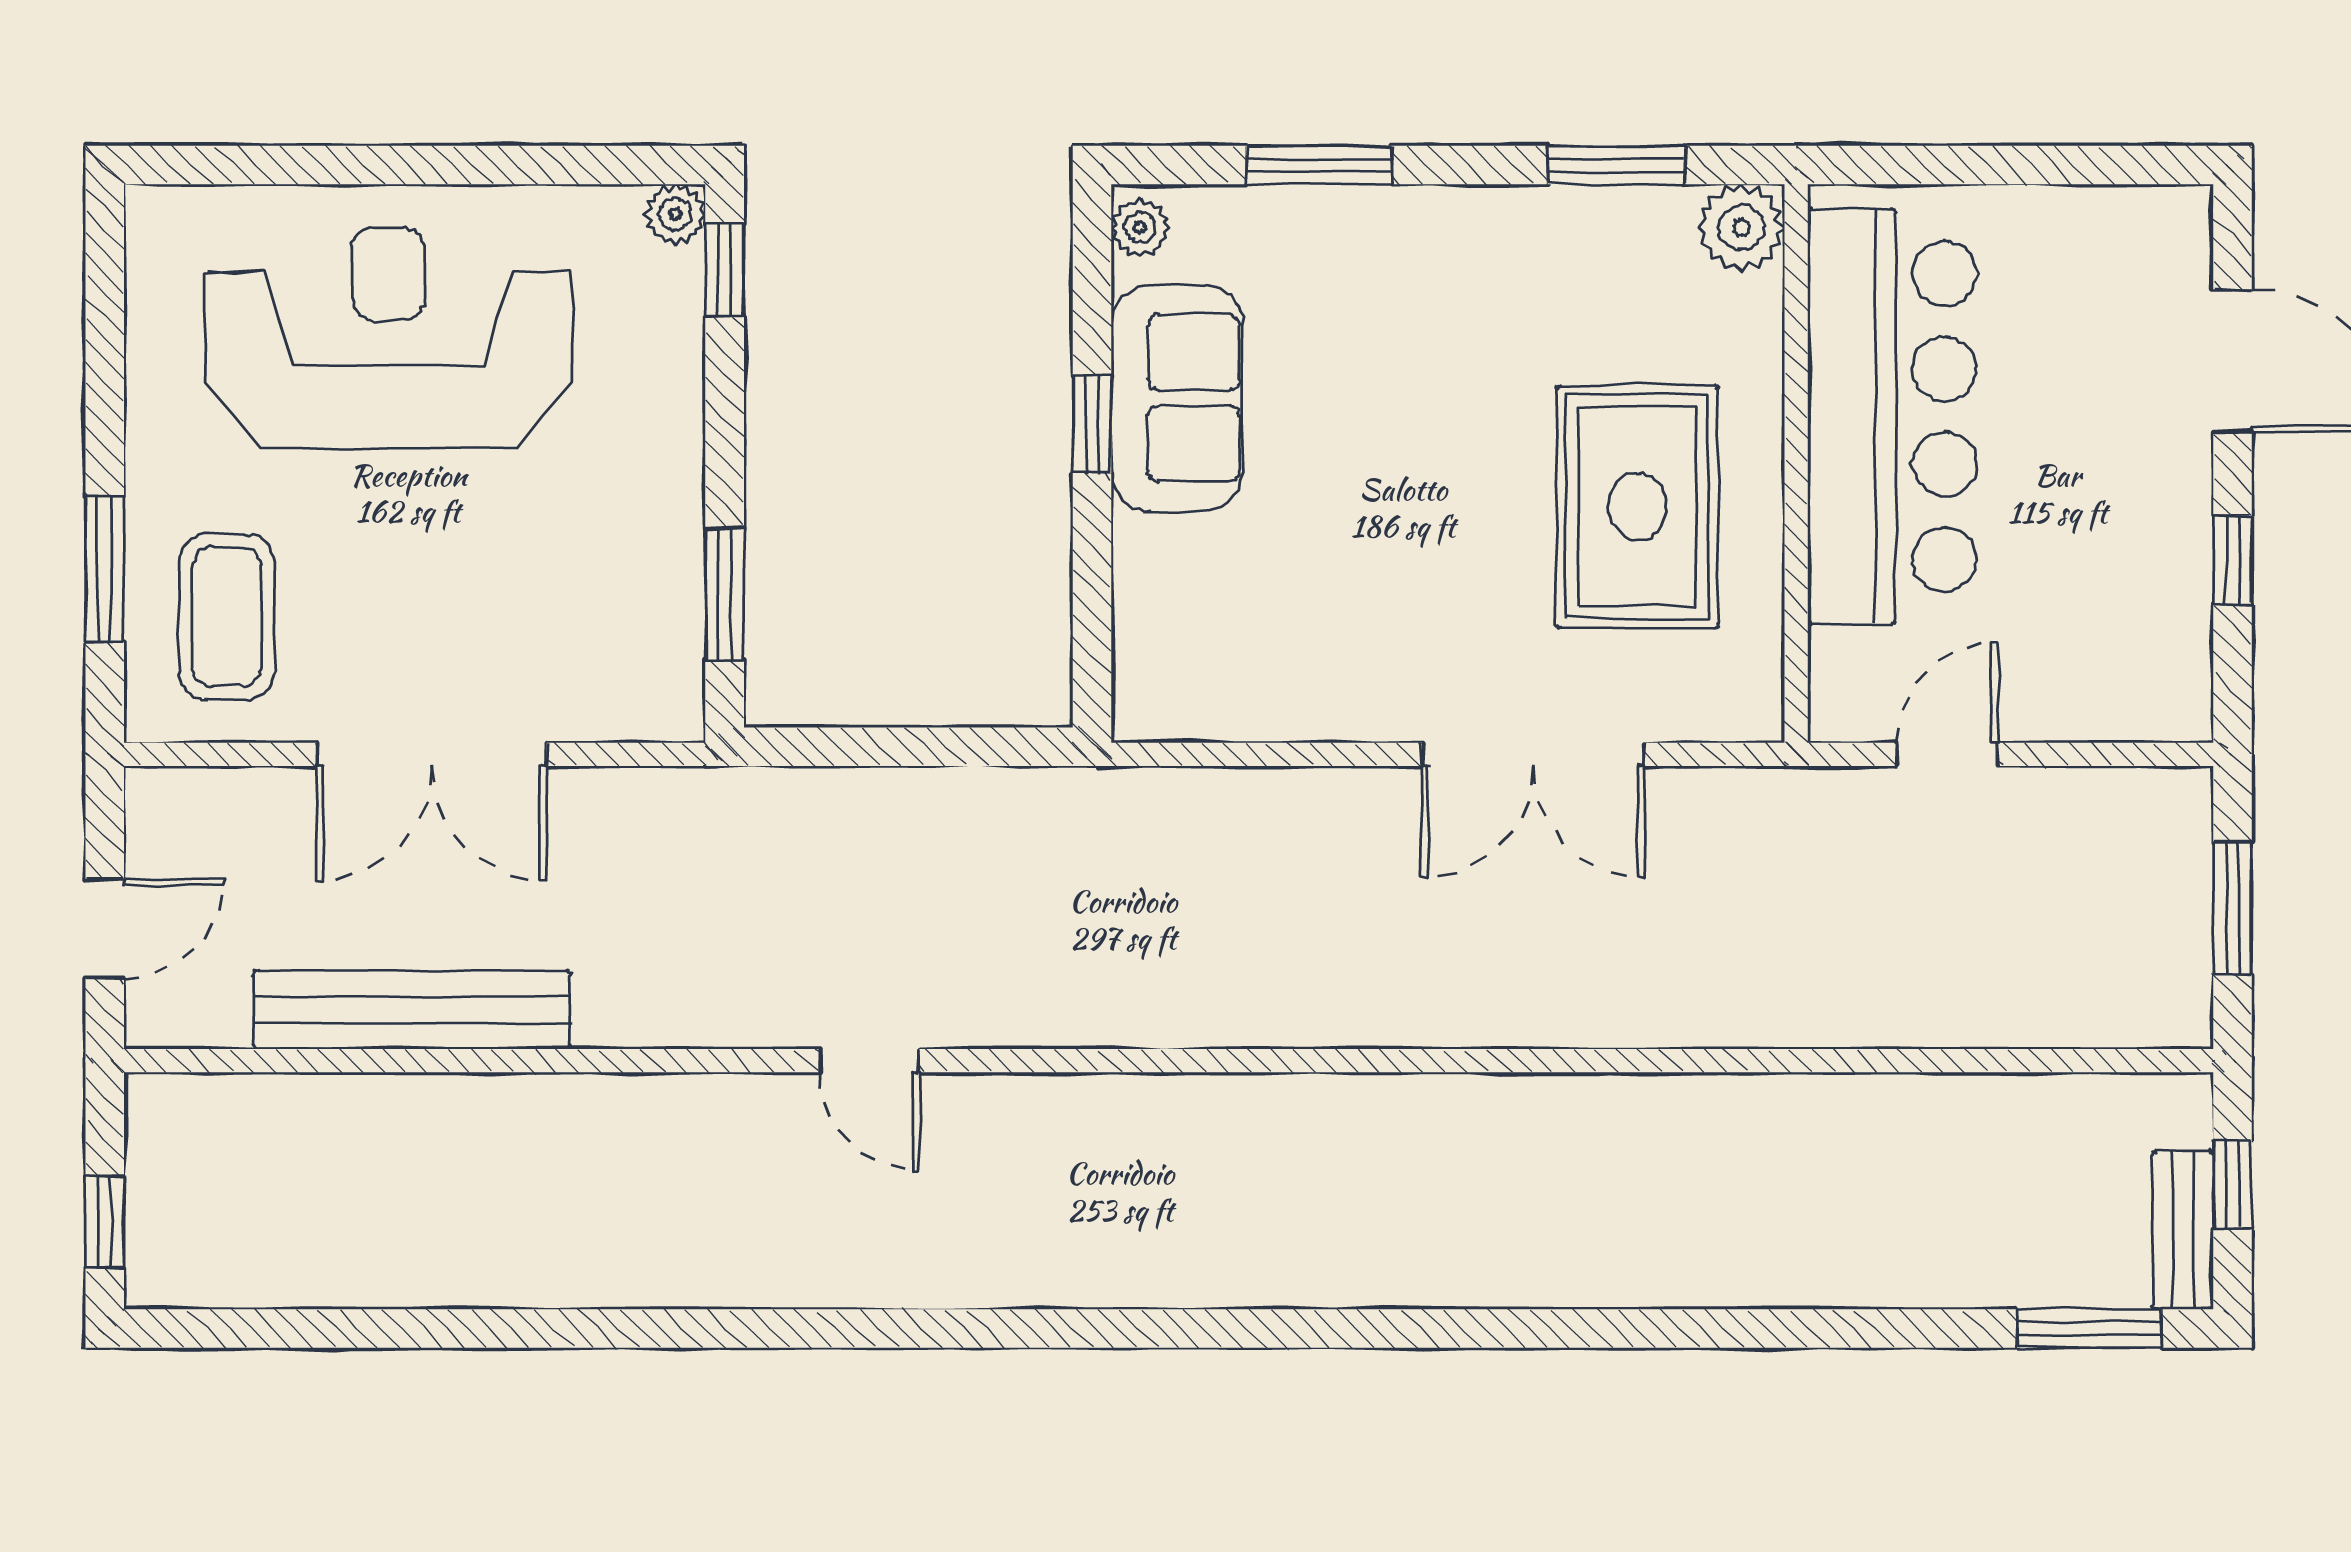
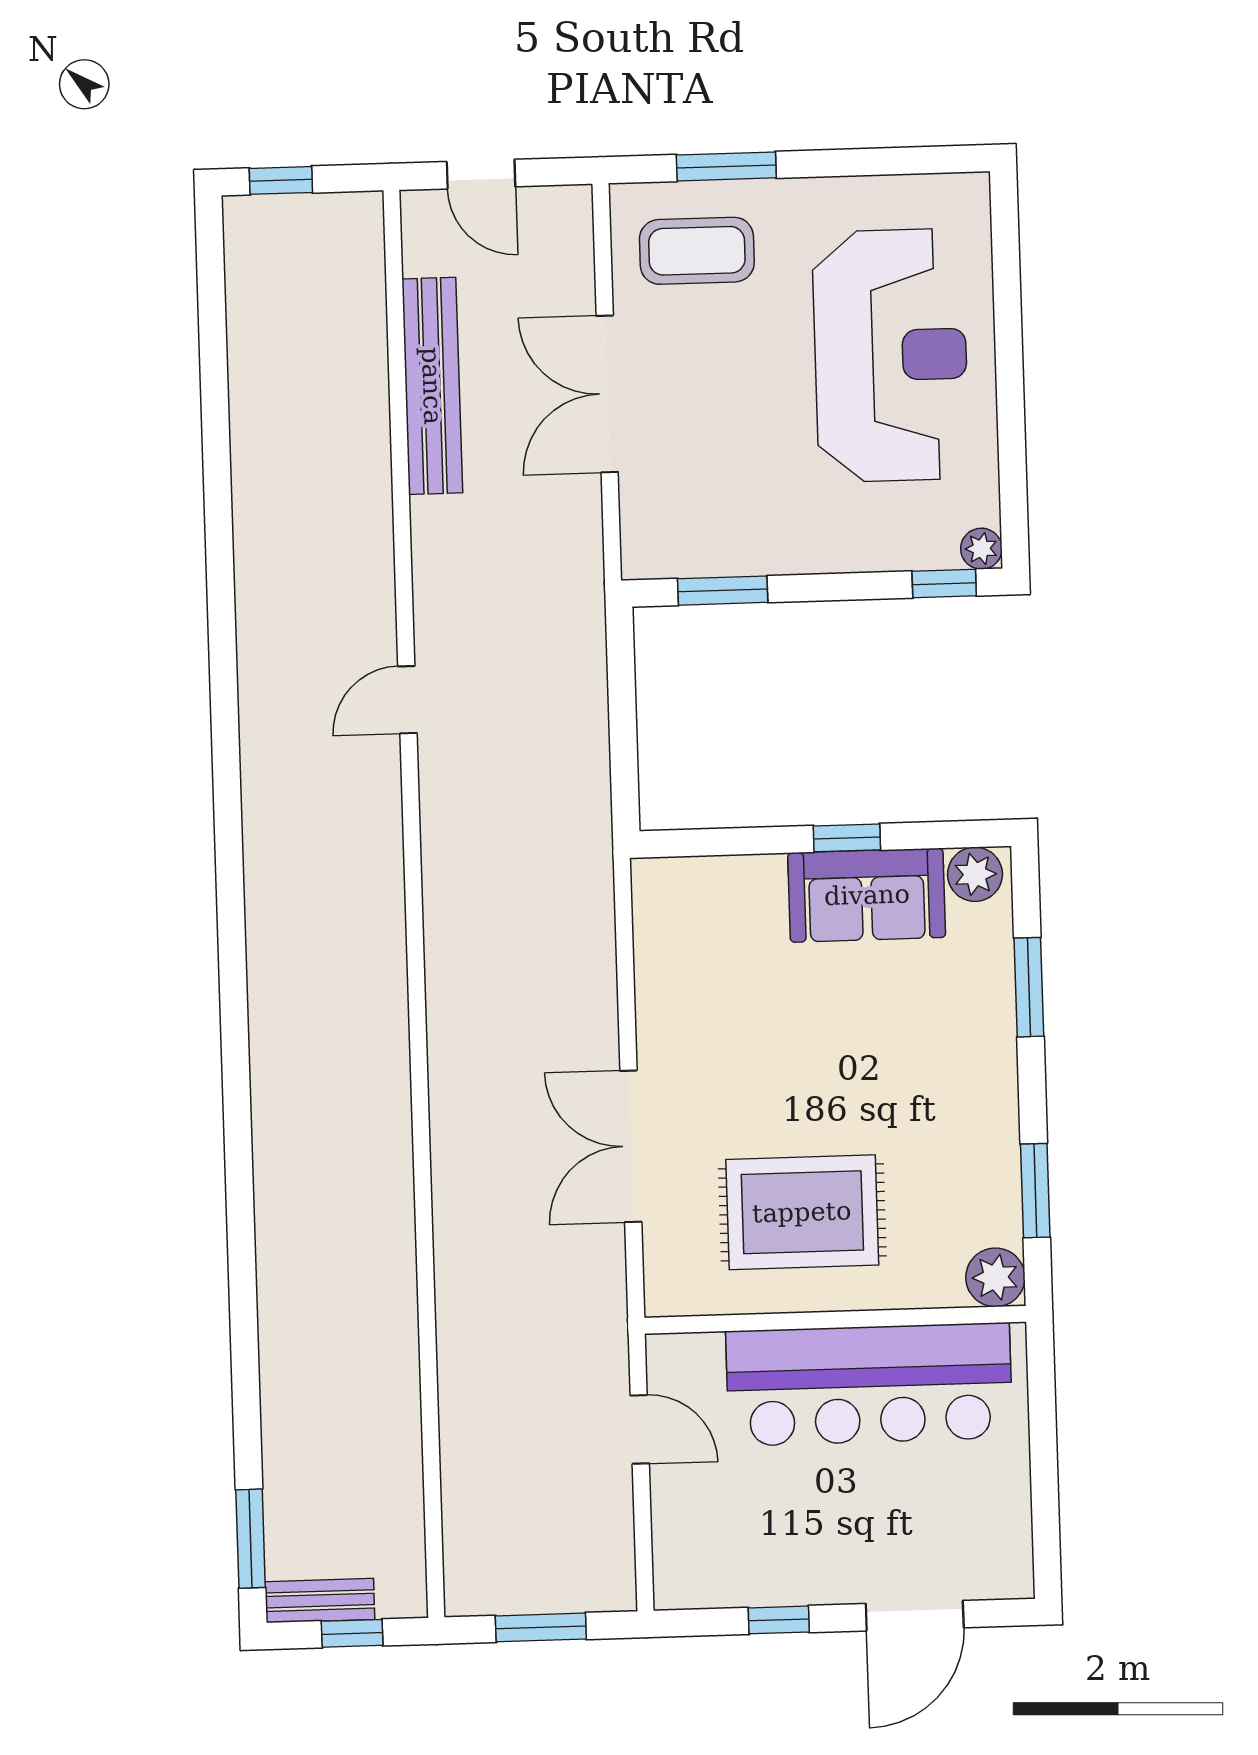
plant: (1140, 228) -> (975, 874), width x1.38, depth x1.38

